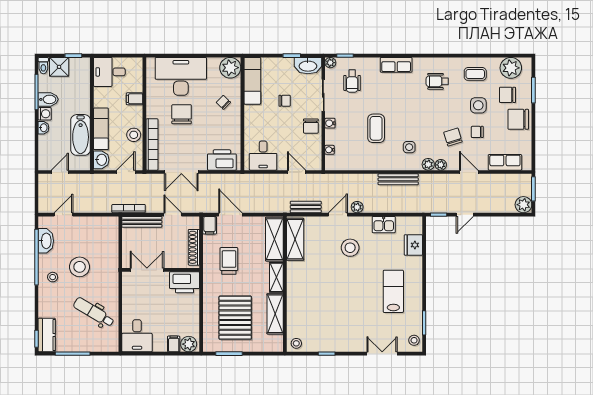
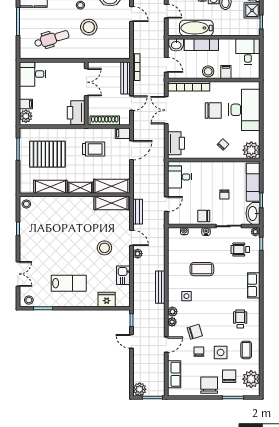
exam couch: (252, 81) -> (253, 182), moved, turned 90
stool: (134, 135) -> (208, 71), moved
dental chair: (94, 312) -> (52, 39), turned 42

